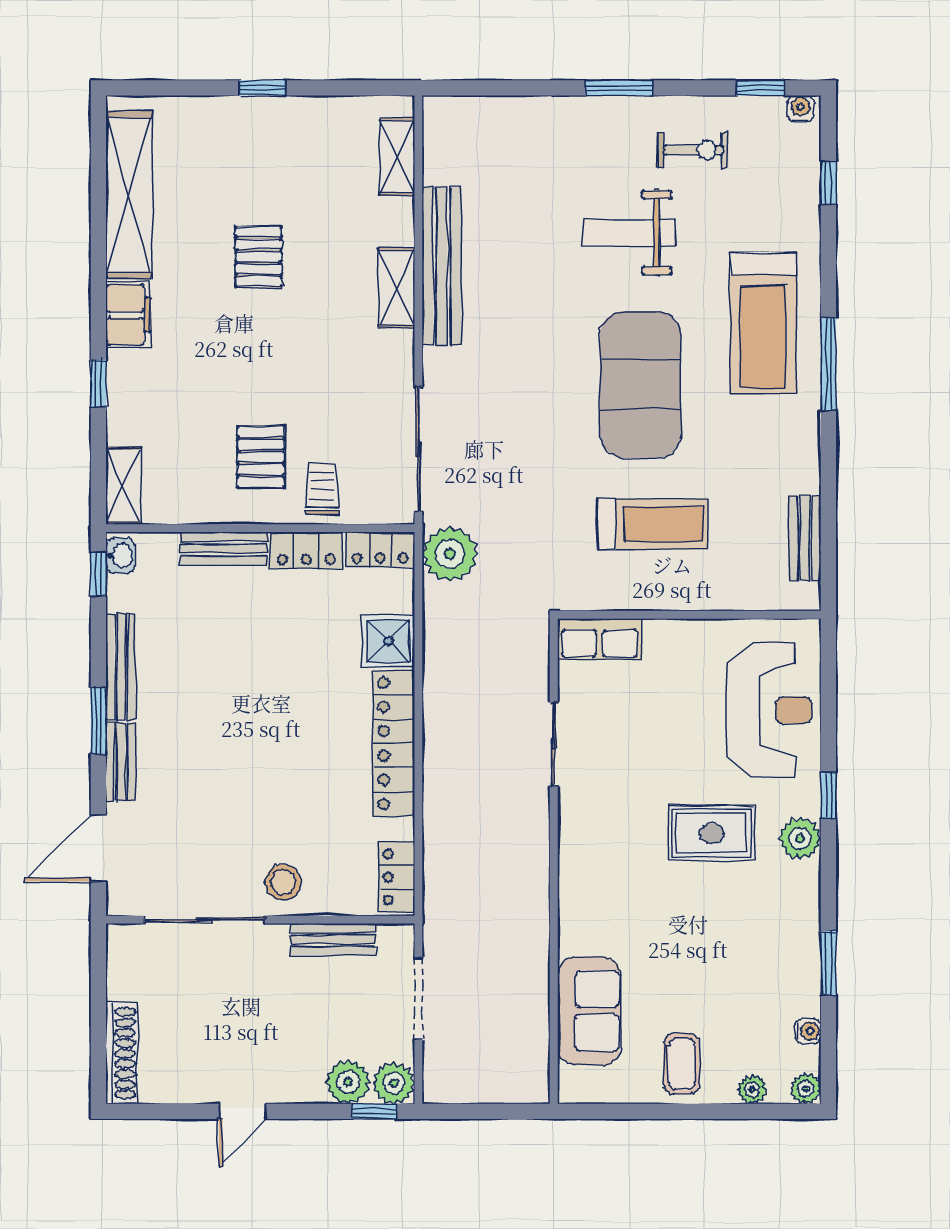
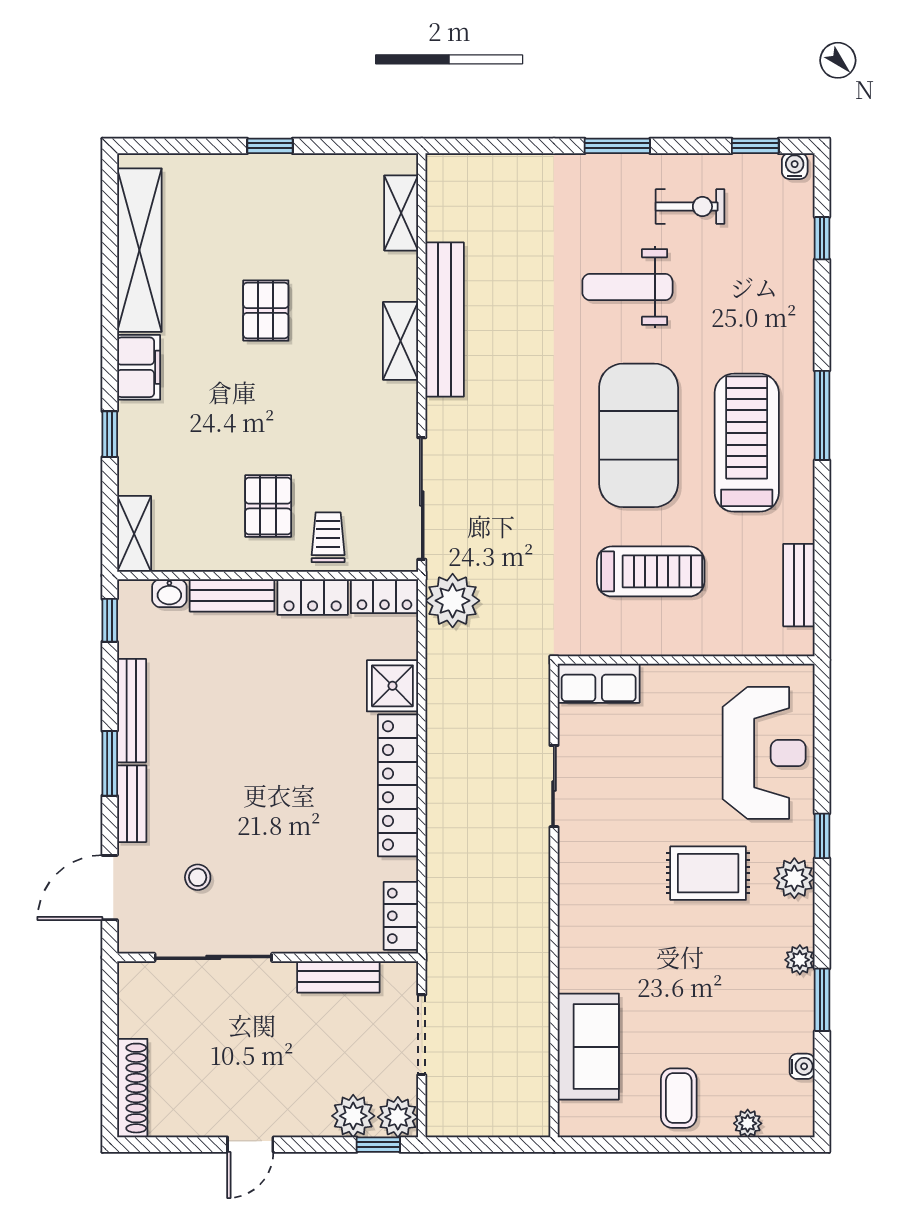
treadmill: (763, 323) -> (747, 443), moved, turned 180
washbasin: (120, 556) -> (169, 593), moved, turned 90
stool: (283, 882) -> (198, 877), moved, width x0.73, depth x0.73
plant: (806, 1089) -> (800, 960), moved

